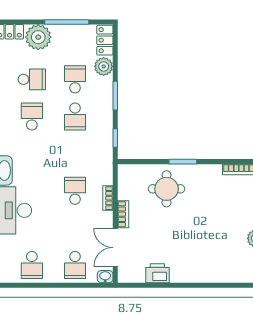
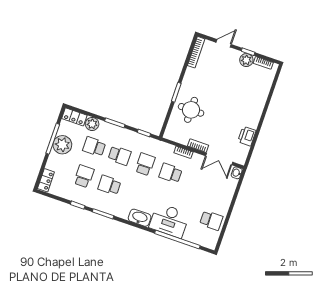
plant: (38, 37) -> (62, 145), moved
school desk: (75, 265) -> (145, 164), moved, turned -90

